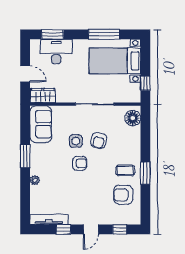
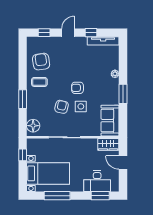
window: (145, 173) -> (23, 99), moved
armchair: (123, 195) -> (41, 62), turned -98

